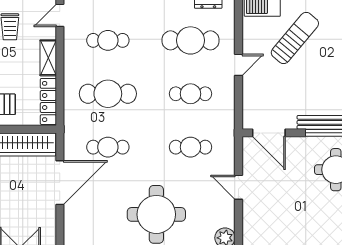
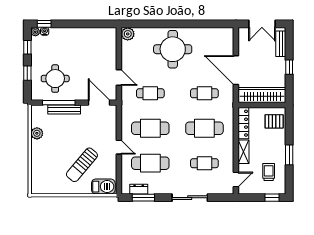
door: (238, 65) -> (119, 147), swing flipped
cafe table: (190, 94) -> (150, 128), width x1.37, depth x1.35
door: (60, 183) -> (236, 70), hinge flipped
door: (238, 187) -> (119, 77), moved

